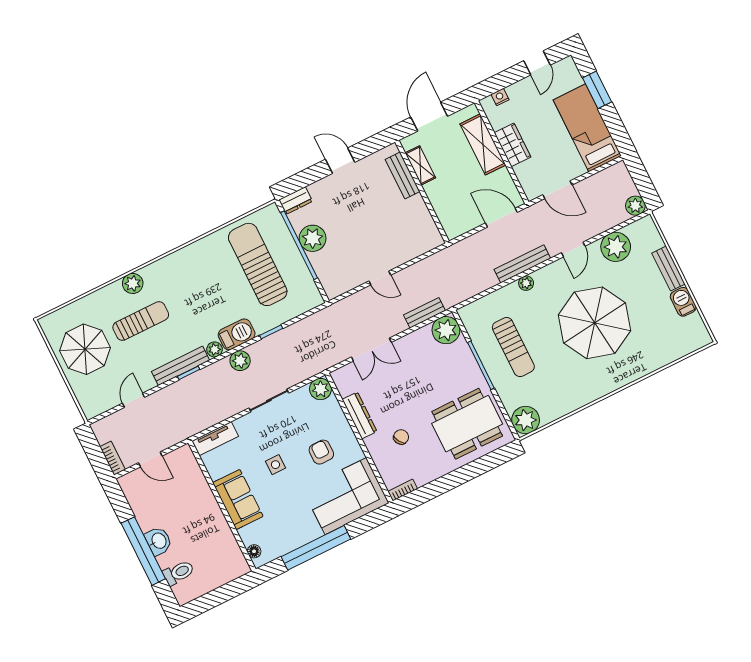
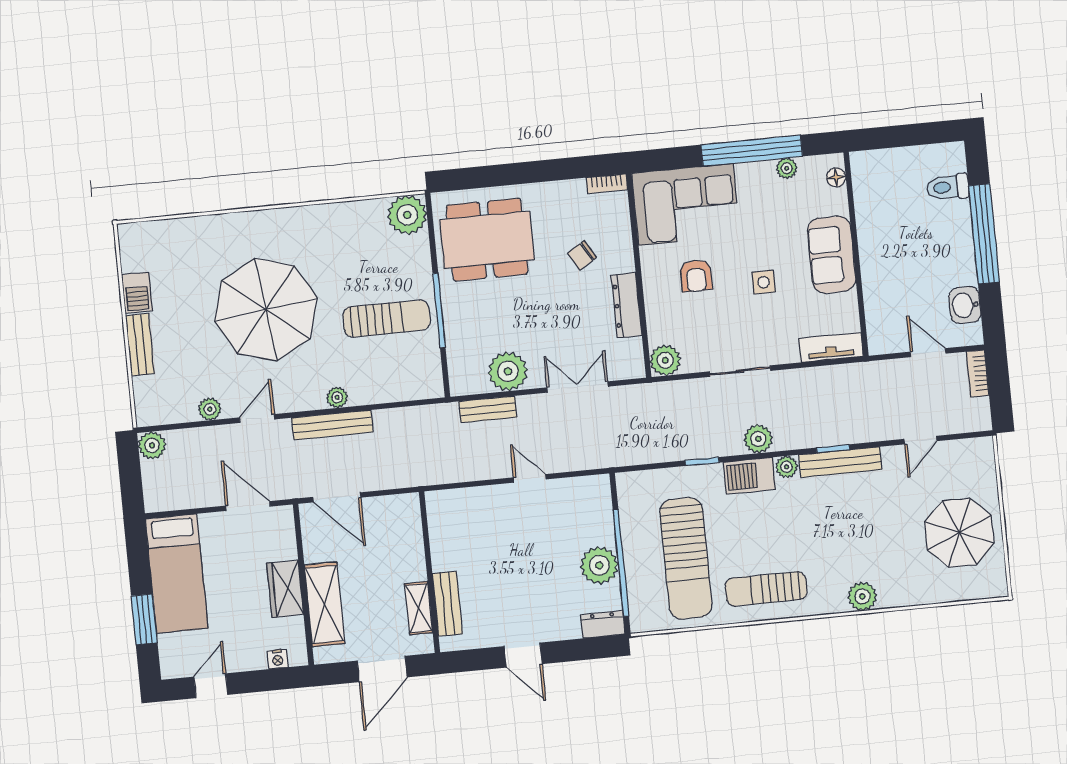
plant: (616, 247) -> (210, 409), width x0.53, depth x0.53
sun lounger: (141, 321) -> (766, 589), moved
plant: (446, 330) -> (508, 371), moved
sun lounger: (513, 347) -> (387, 319), turned 90
washbasin: (158, 541) -> (965, 305), moved
plant: (289, 545) -> (787, 168), added

